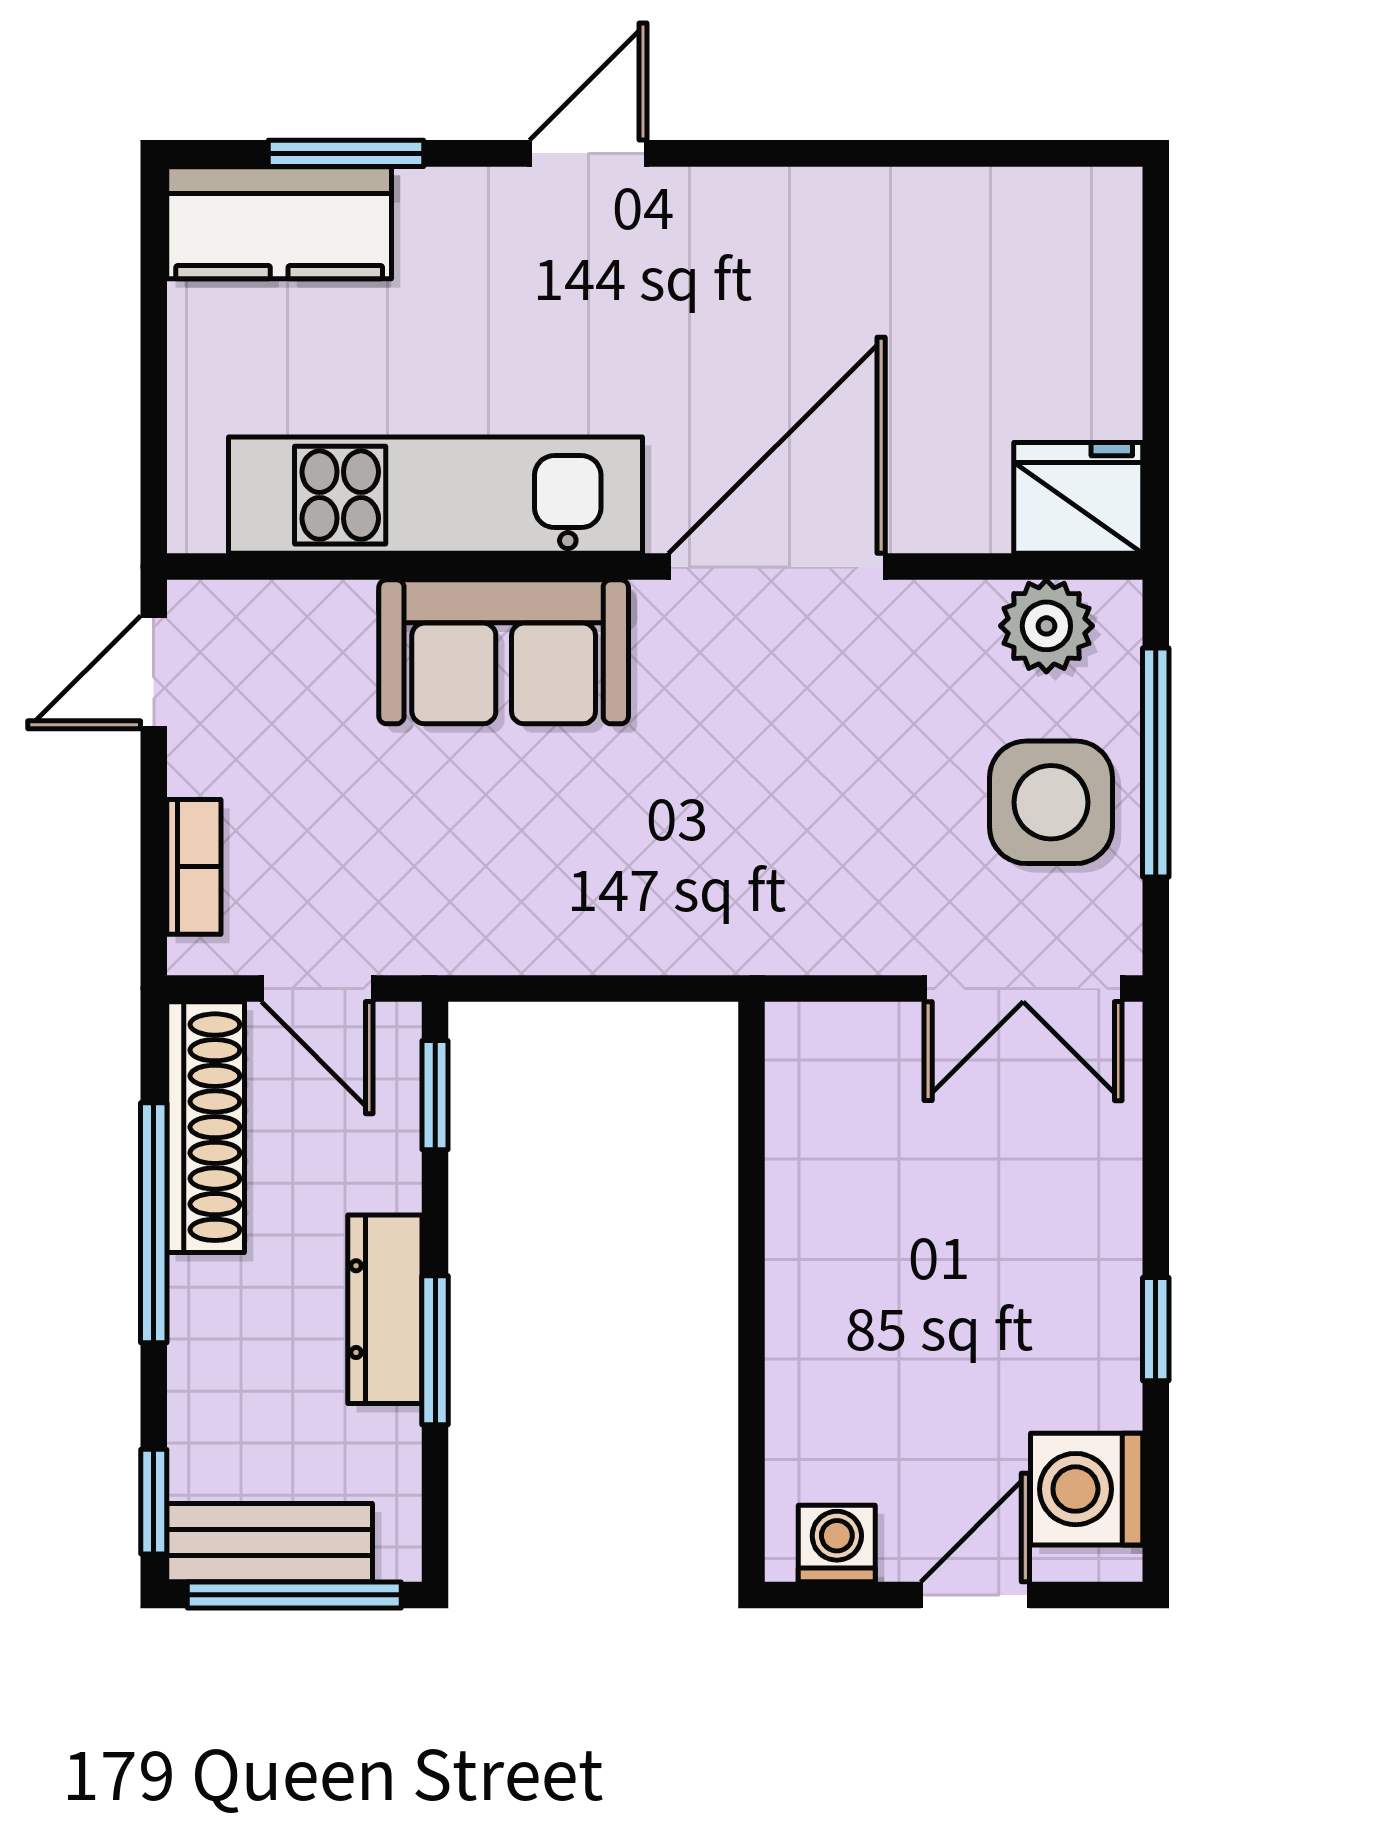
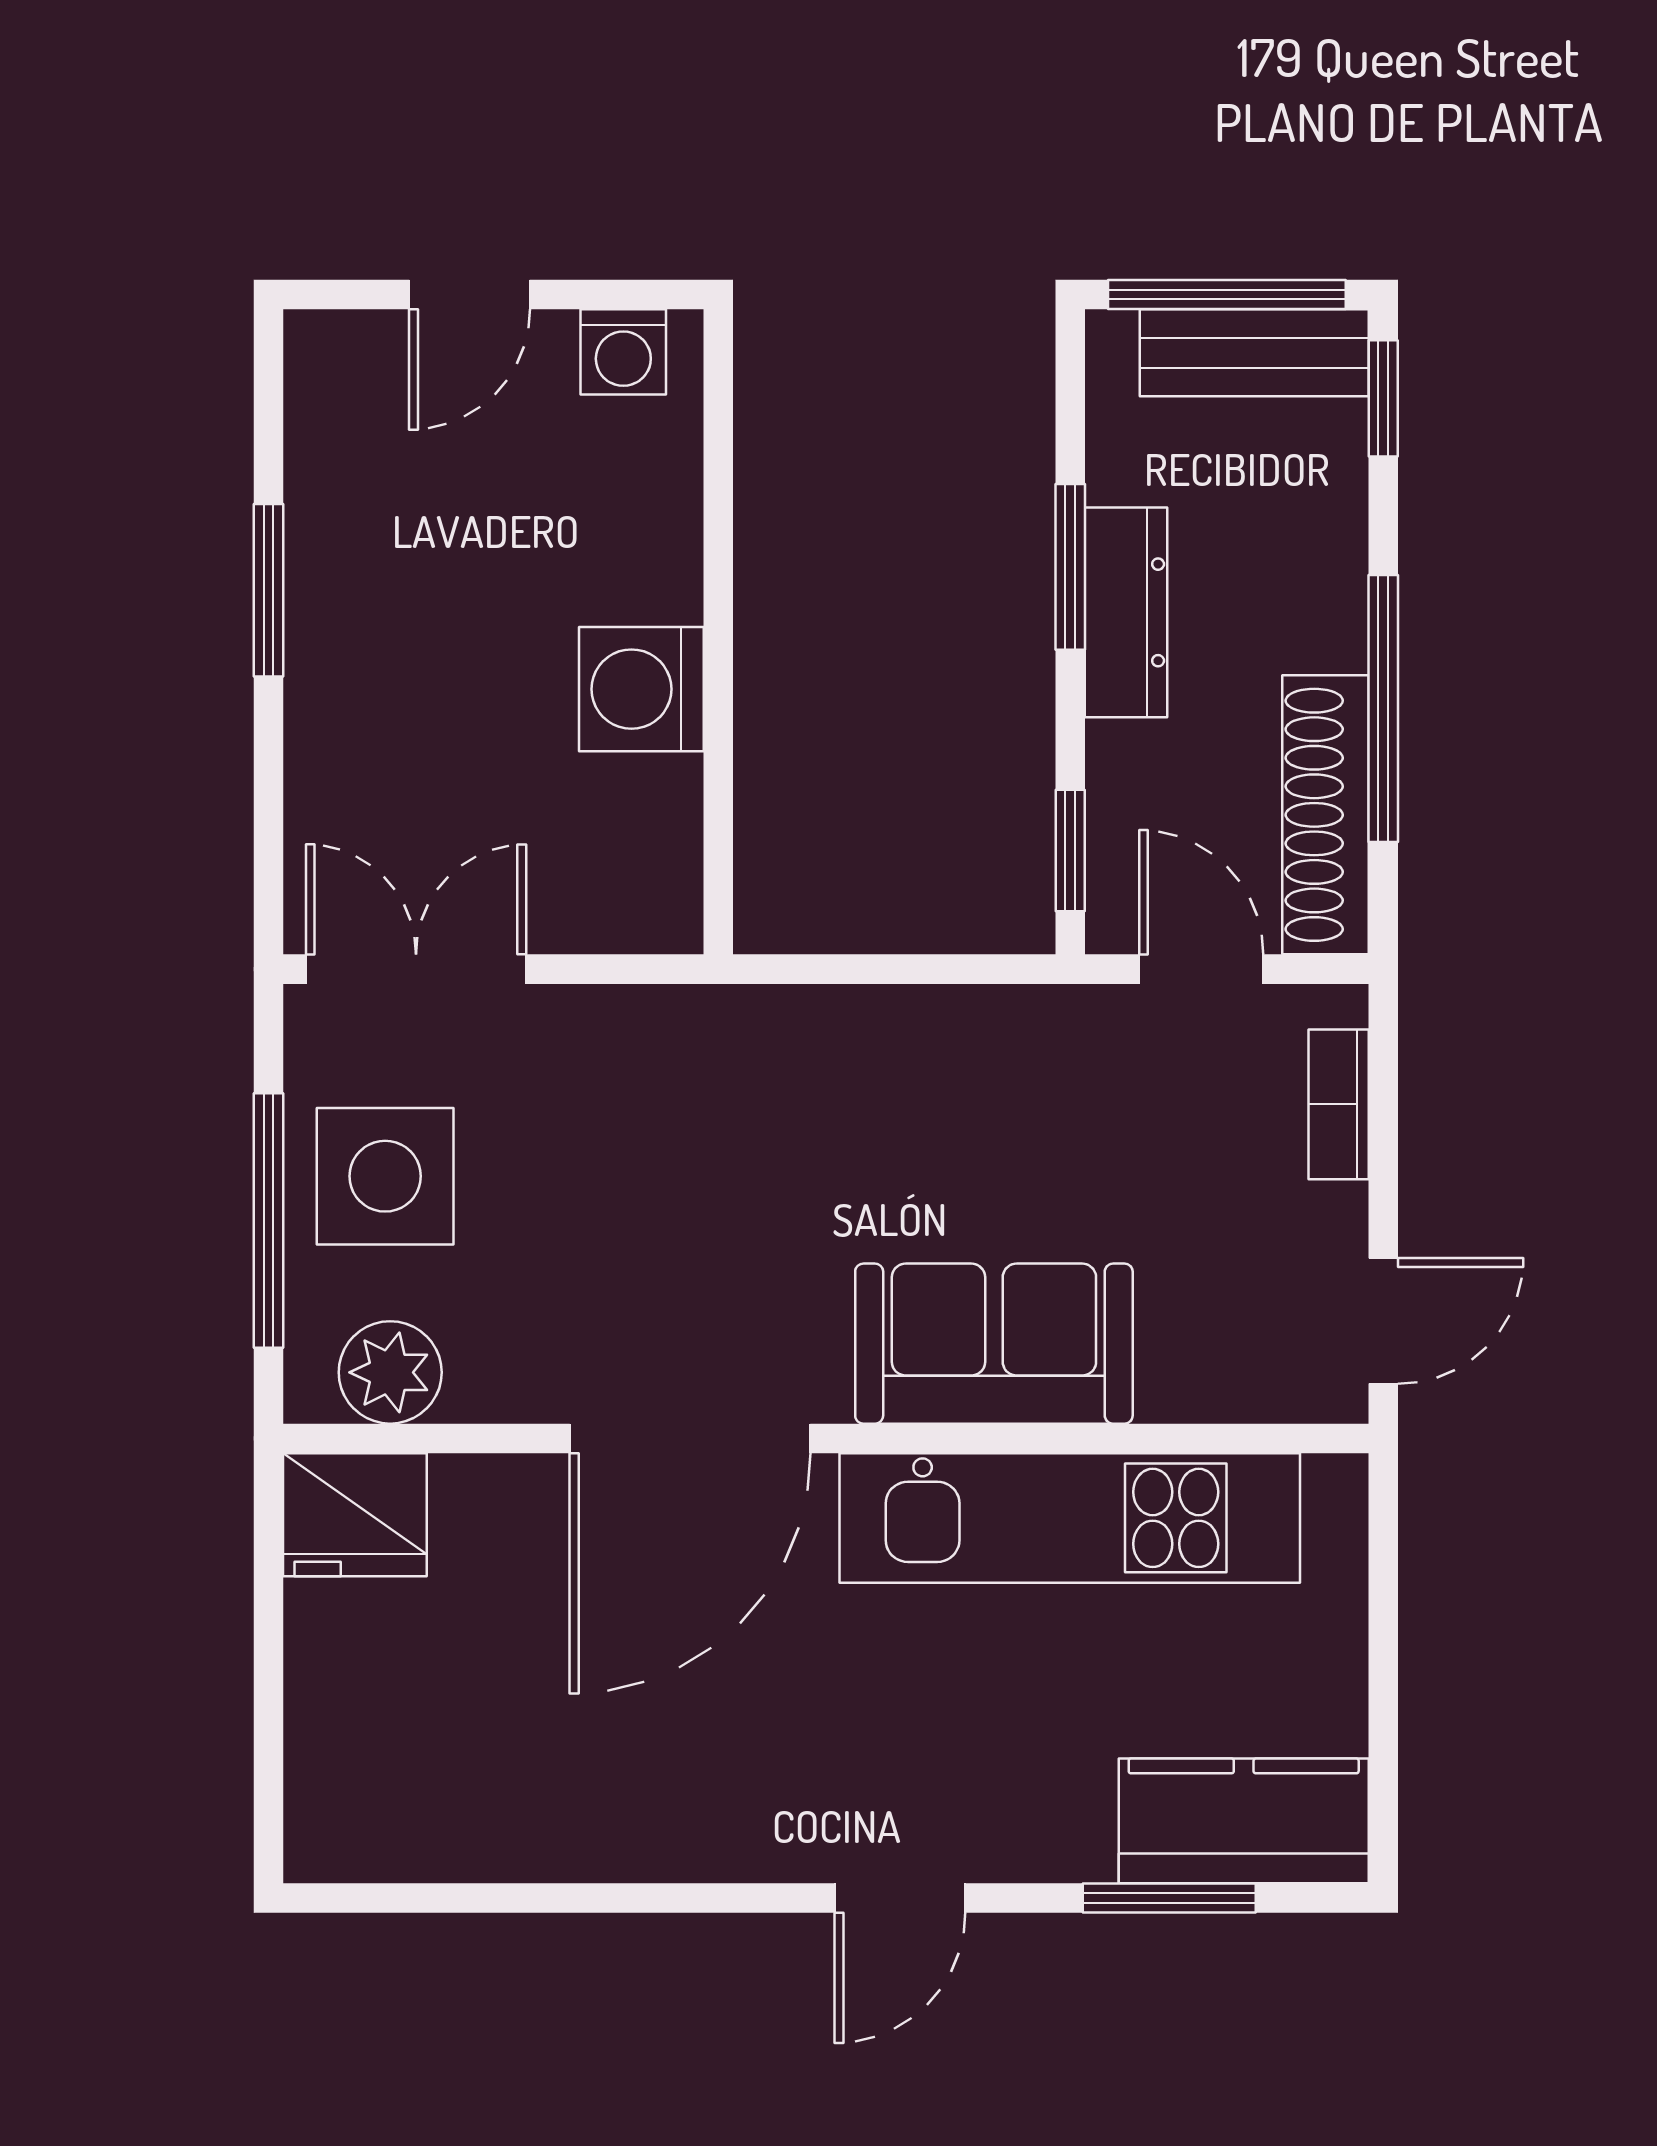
window: (1156, 1329) -> (269, 590), width x1.50
washing machine: (1087, 1489) -> (641, 689), moved, turned 180

